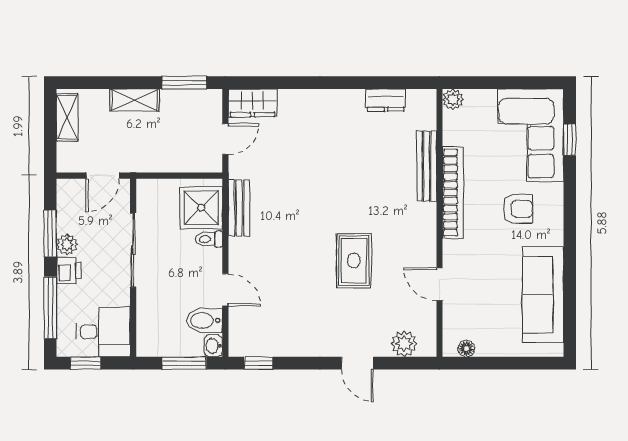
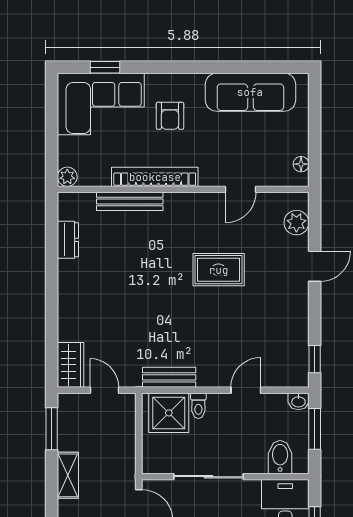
armchair: (518, 209) -> (170, 116), turned 180
bidet: (204, 320) -> (280, 457), moved, turned 180

